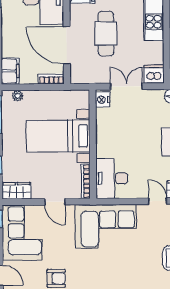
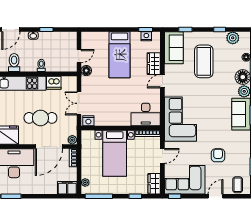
dishwasher: (154, 74) -> (54, 83), moved, turned -90
plant: (76, 78) -> (72, 140), added

